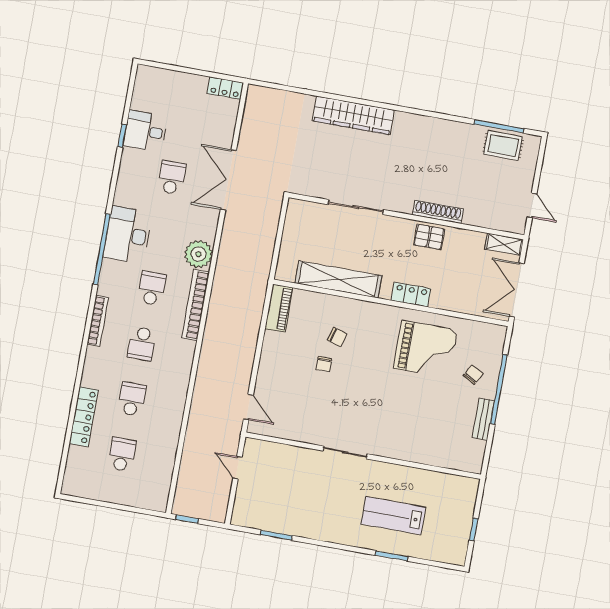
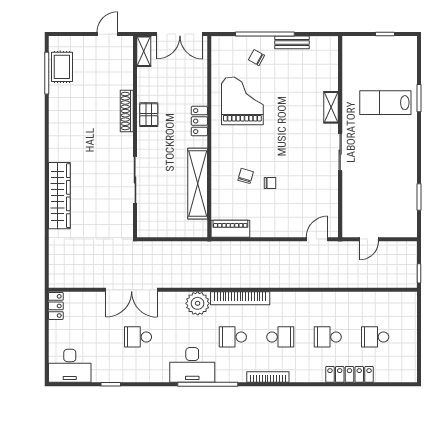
desk: (145, 131) -> (70, 366), moved, width x1.37
shelving: (400, 451) -> (331, 107), added
lab bench: (393, 516) -> (385, 103), turned 90

